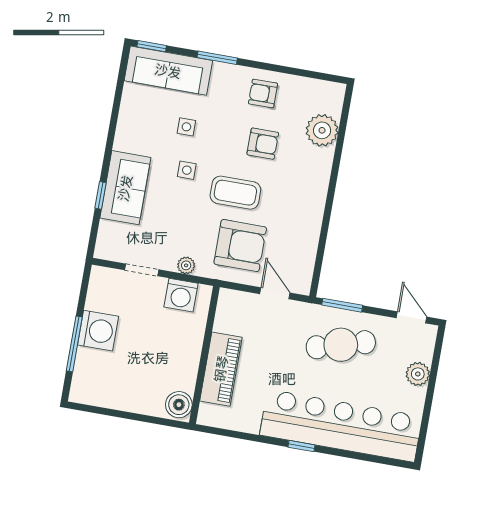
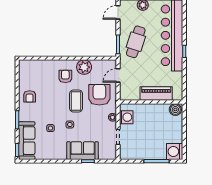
plant: (322, 130) -> (84, 67), moved
armchair: (263, 144) -> (65, 76), moved
washing machine: (98, 331) -> (175, 152), moved, turned -90
cafe table: (341, 345) -> (136, 42), turned 34

